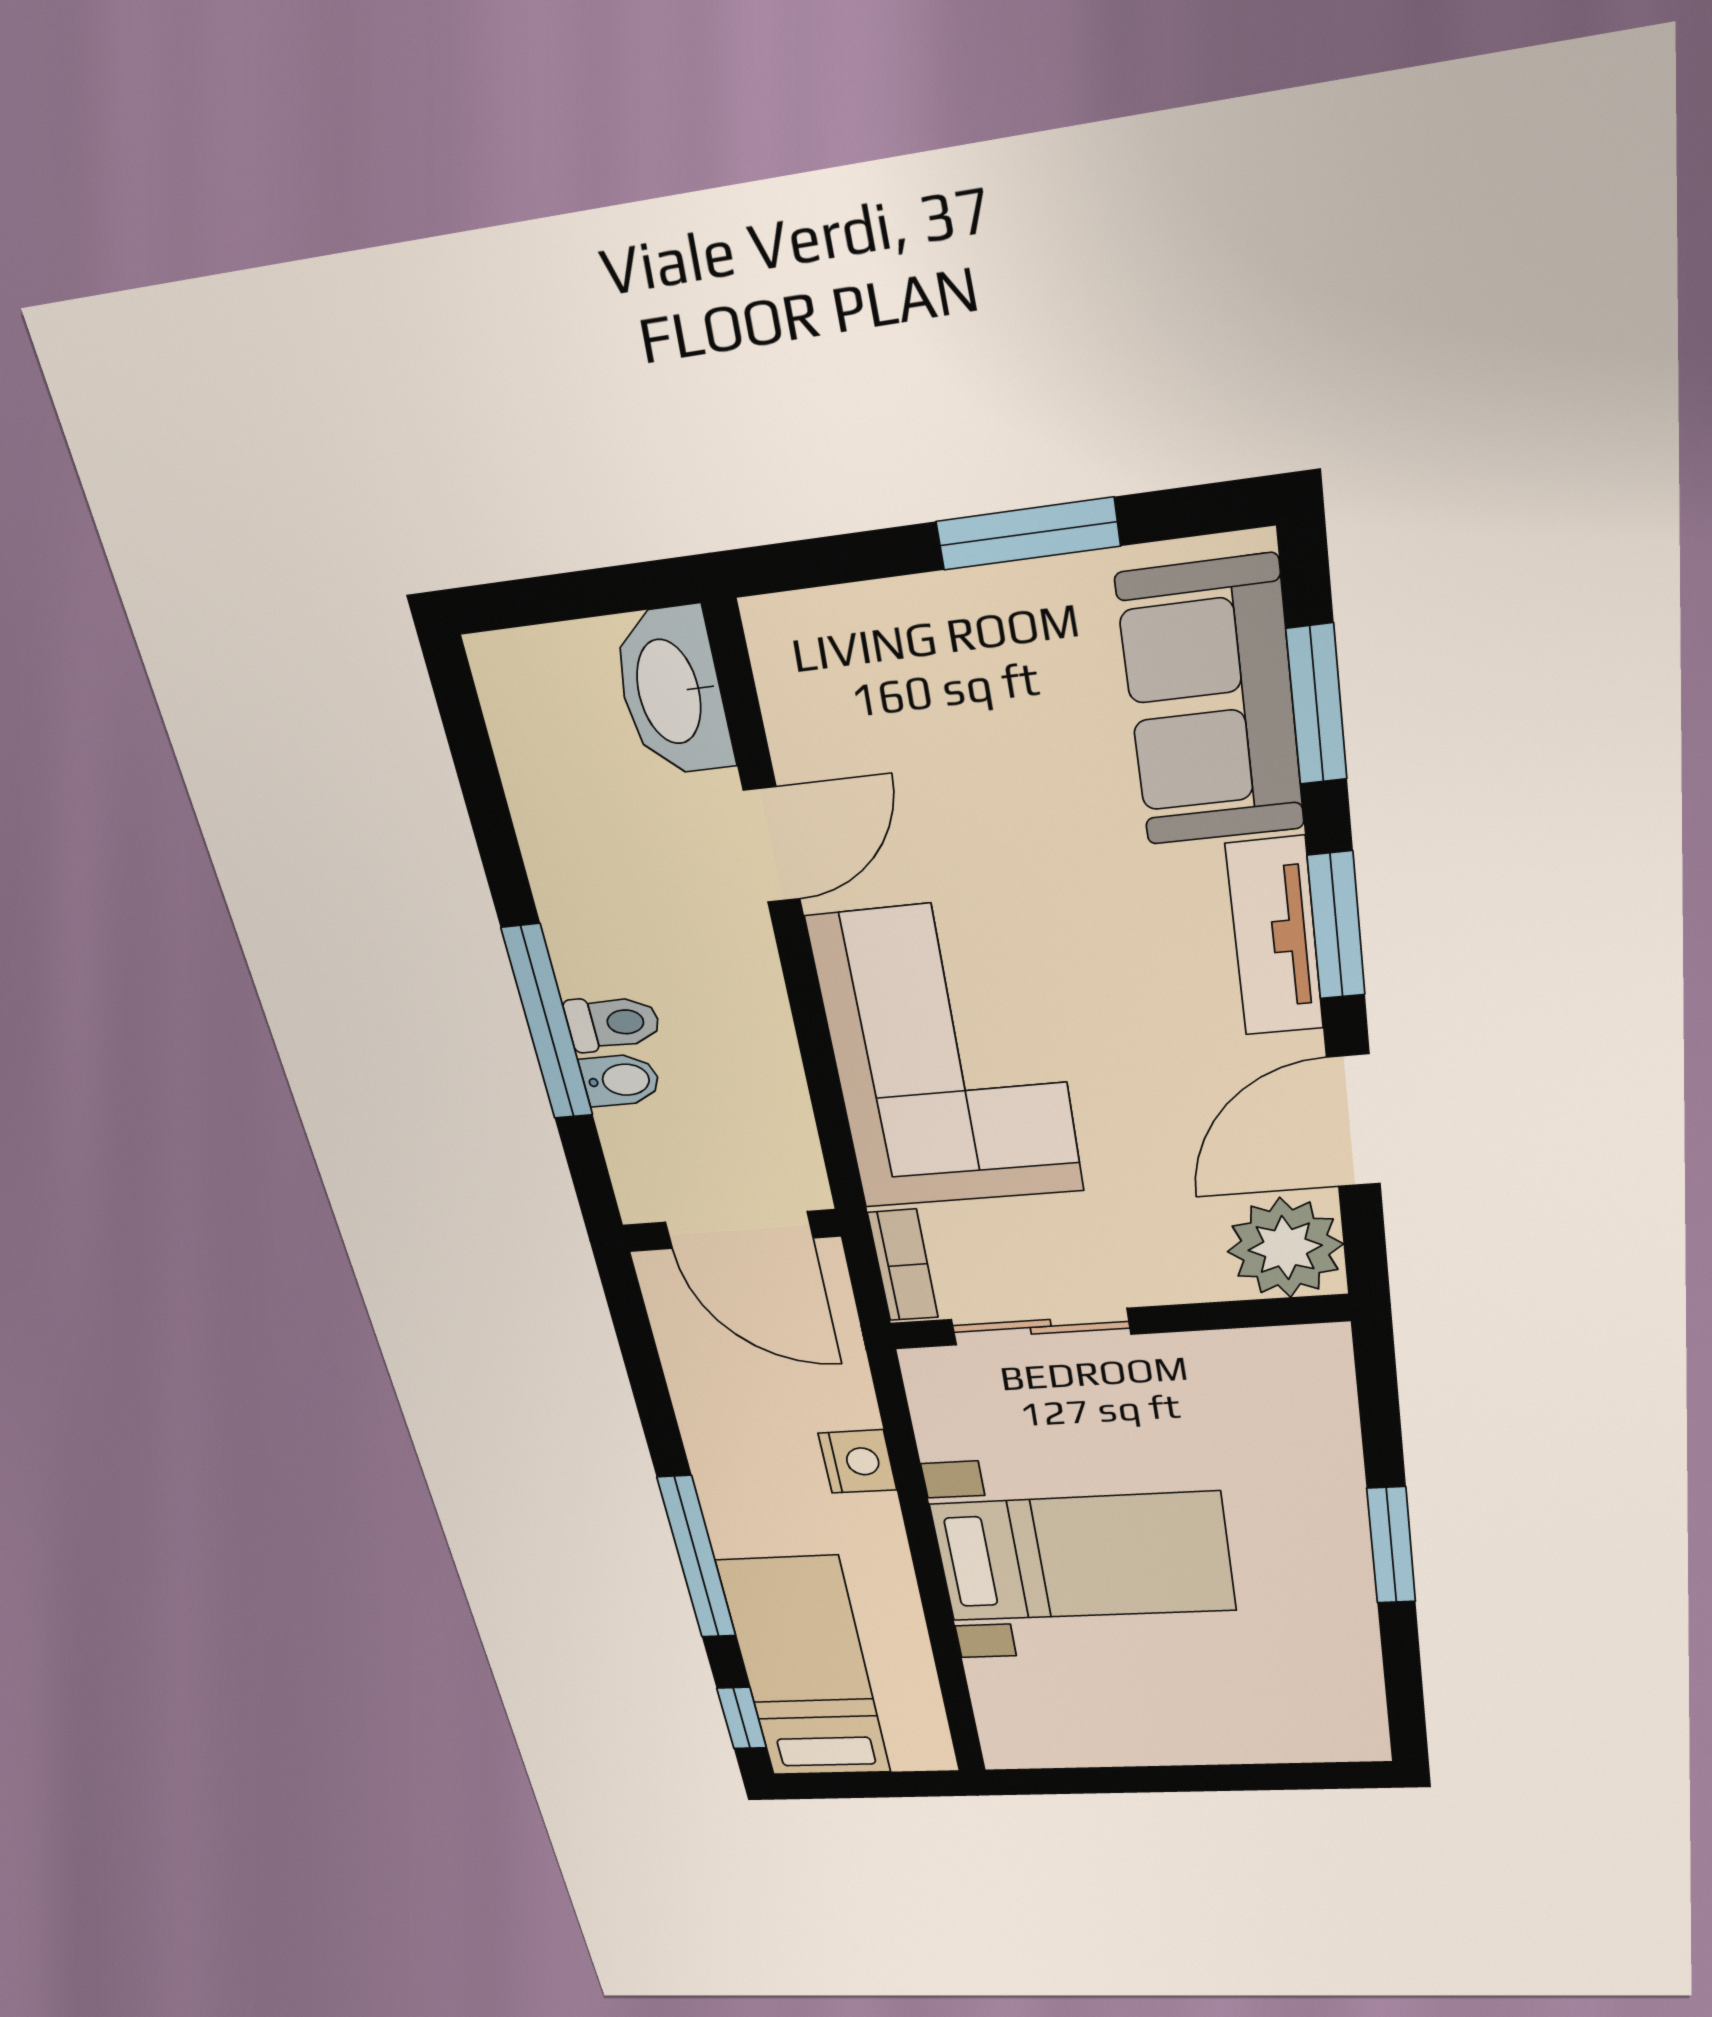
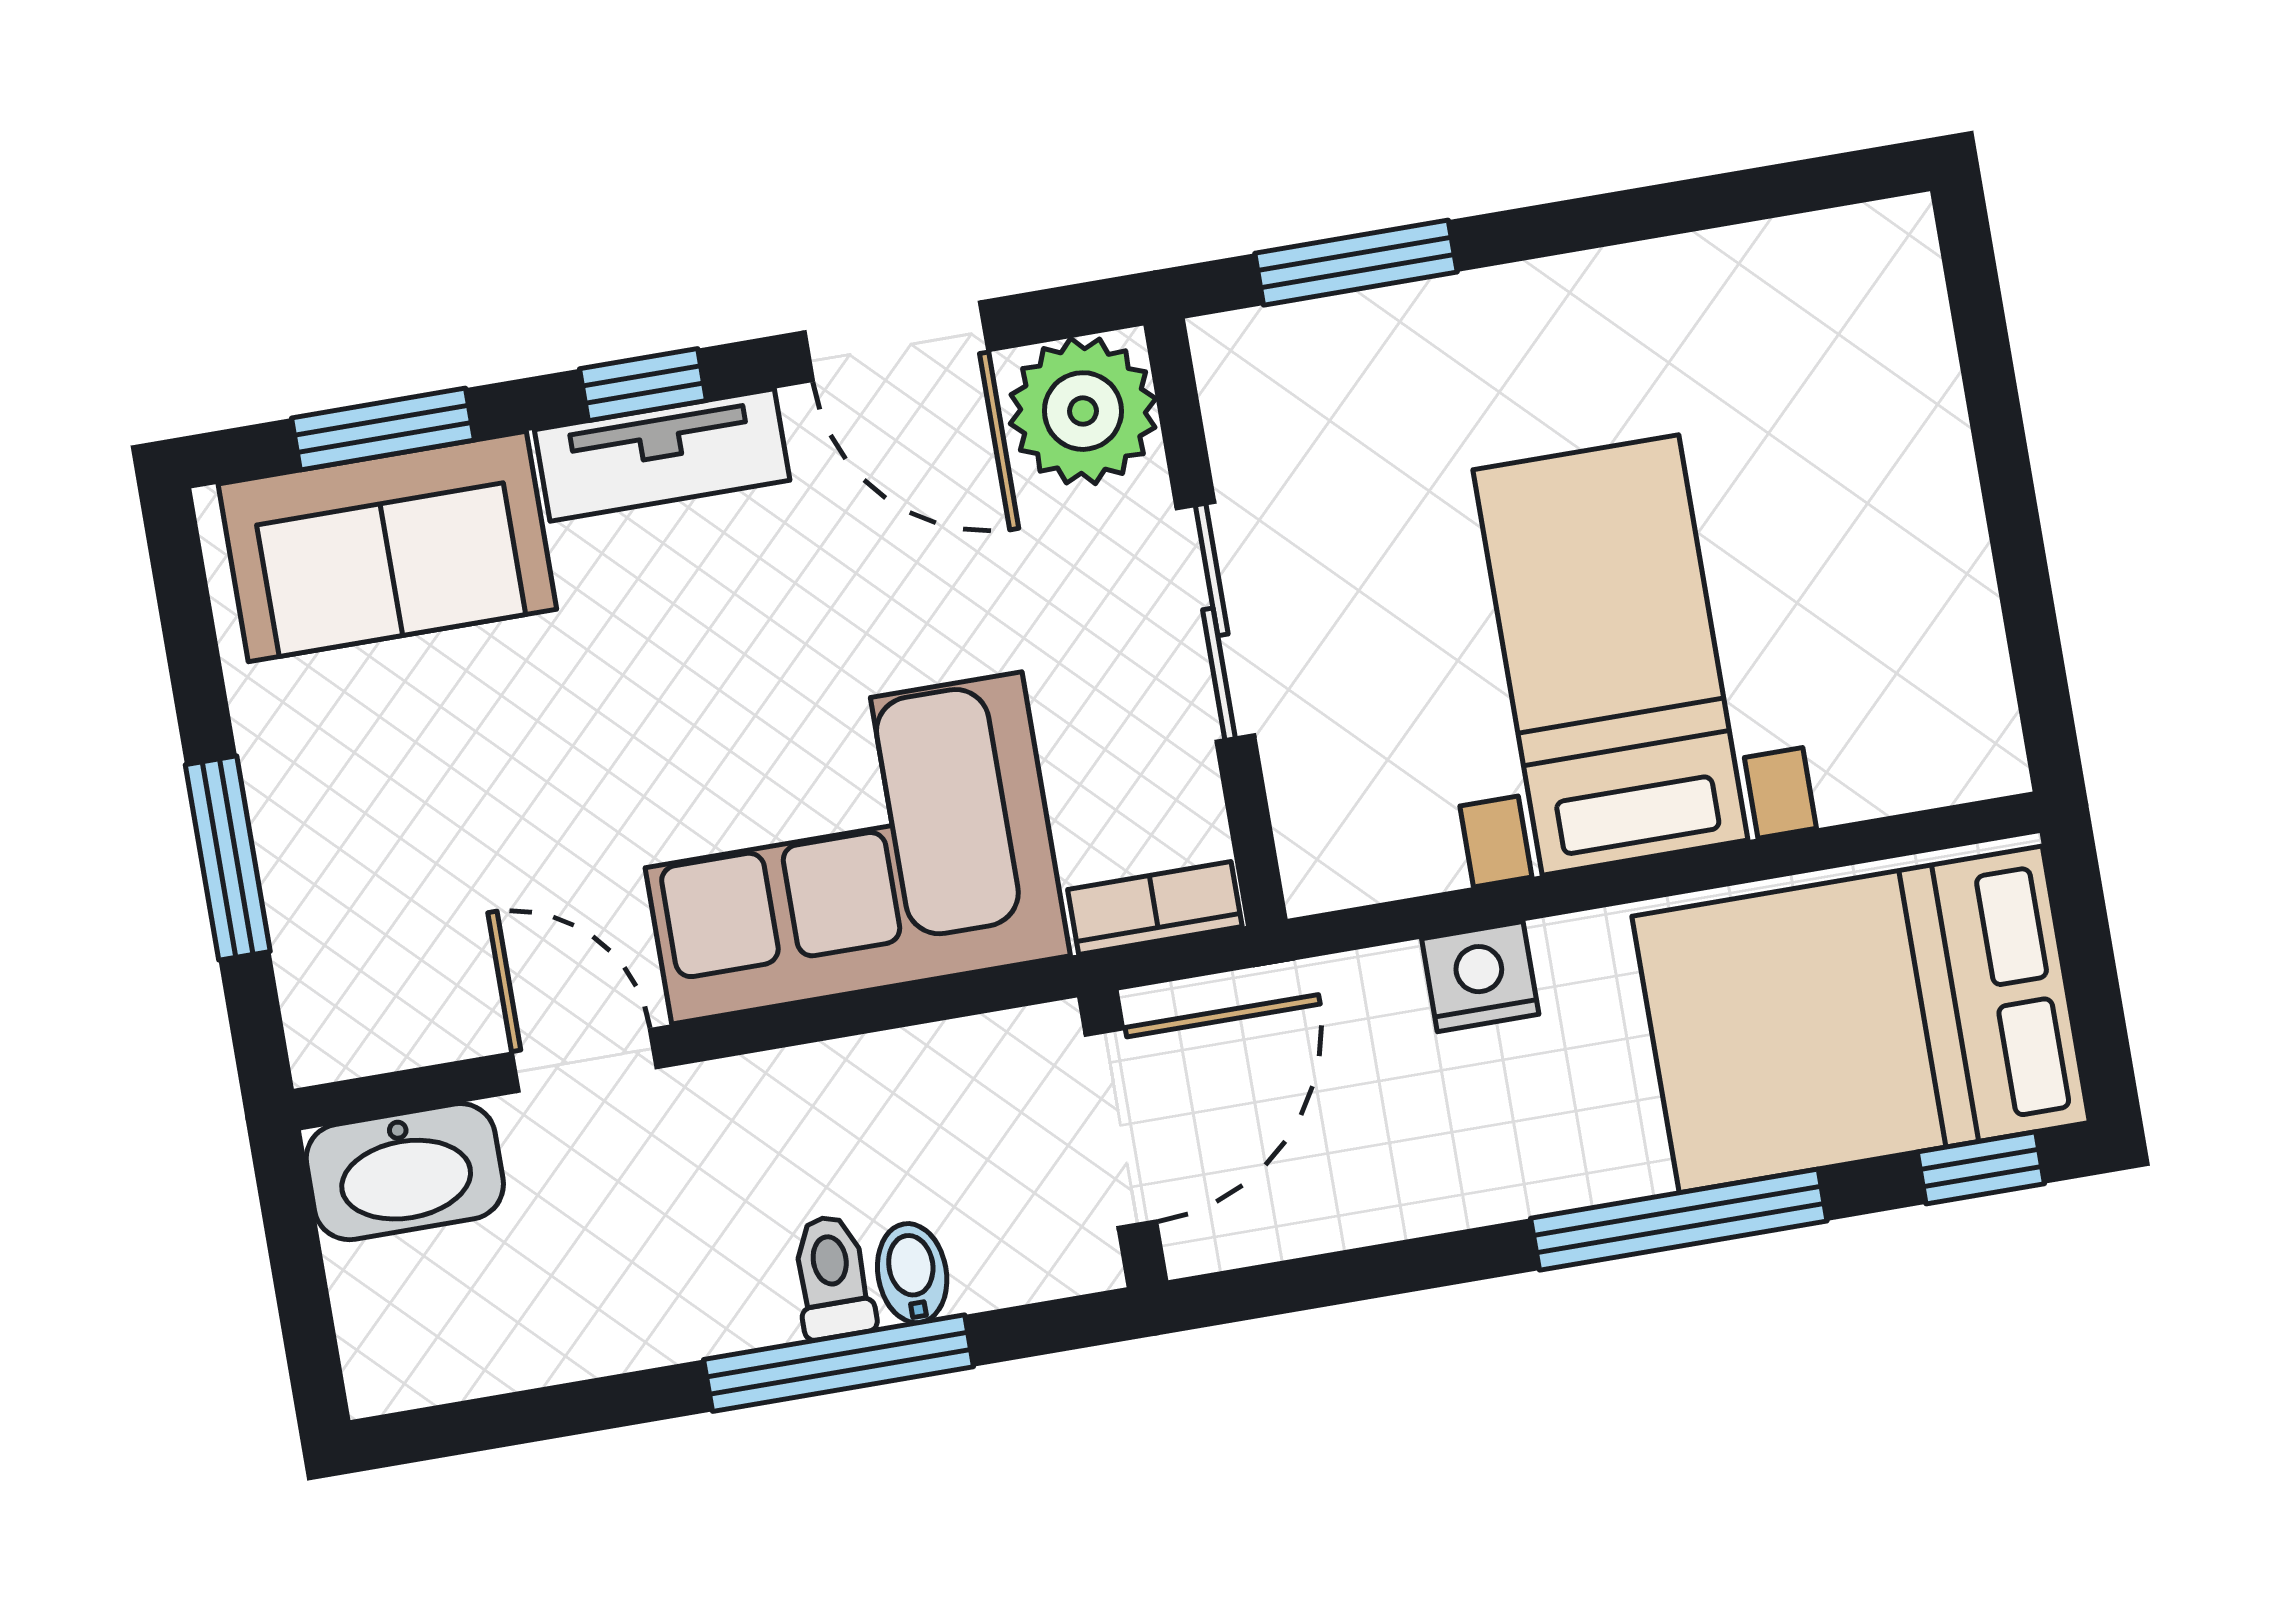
window: (1028, 534) -> (228, 858), moved
window: (1336, 926) -> (643, 385), width x0.67
sliding door: (1041, 1327) -> (1215, 622), moved
window: (1391, 1545) -> (1356, 263), moved
bed: (805, 1668) -> (1861, 1019), width x1.50

